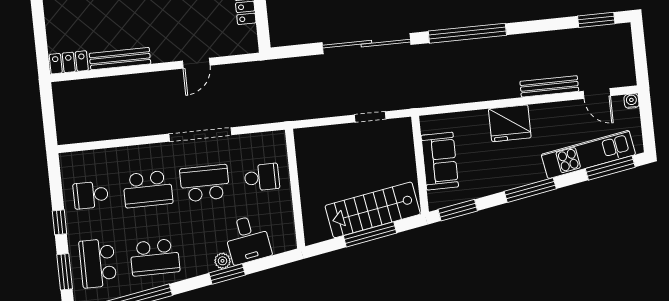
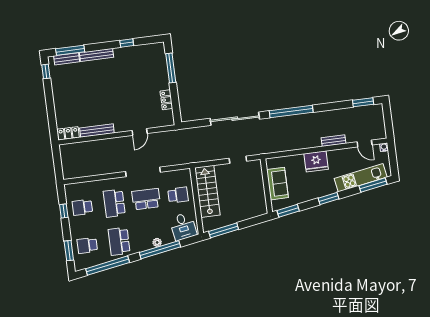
bench: (549, 86) -> (334, 141), width x0.73
school desk: (148, 189) -> (114, 203), turned 90
window: (530, 190) -> (329, 198), width x0.69
stairs: (373, 210) -> (207, 191), moved, turned 100
window: (59, 222) -> (64, 211), moved
window: (370, 234) -> (224, 230), moved
desk: (247, 240) -> (183, 226), moved
school desk: (155, 257) -> (119, 241), turned 90
school desk: (98, 263) -> (87, 245), width x0.54
window: (227, 274) -> (160, 250), width x2.11

